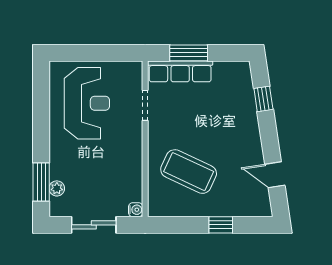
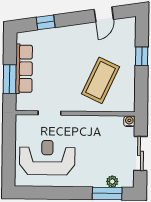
row of seats: (180, 71) -> (24, 69), moved

